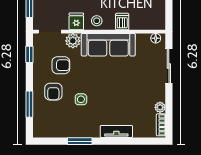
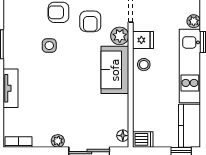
dishwasher: (122, 22) -> (143, 139), moved
sofa: (108, 45) -> (115, 70), width x0.73
plant: (160, 107) -> (58, 141), moved

